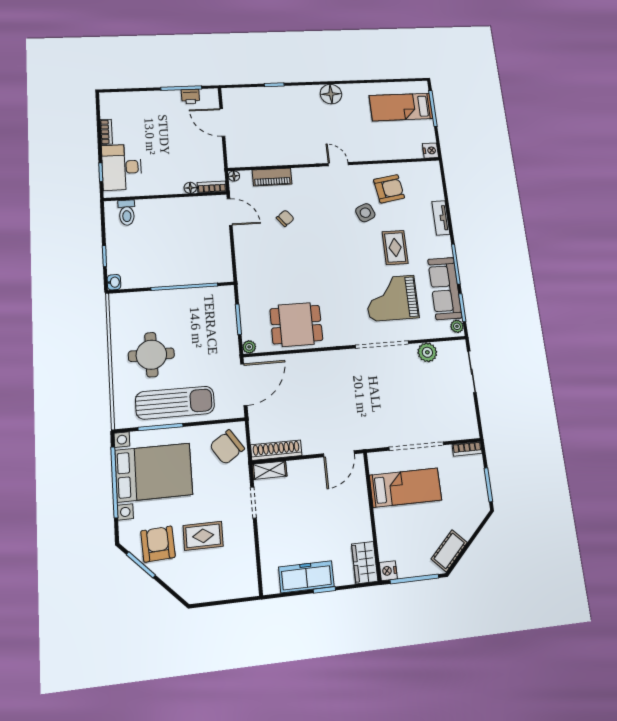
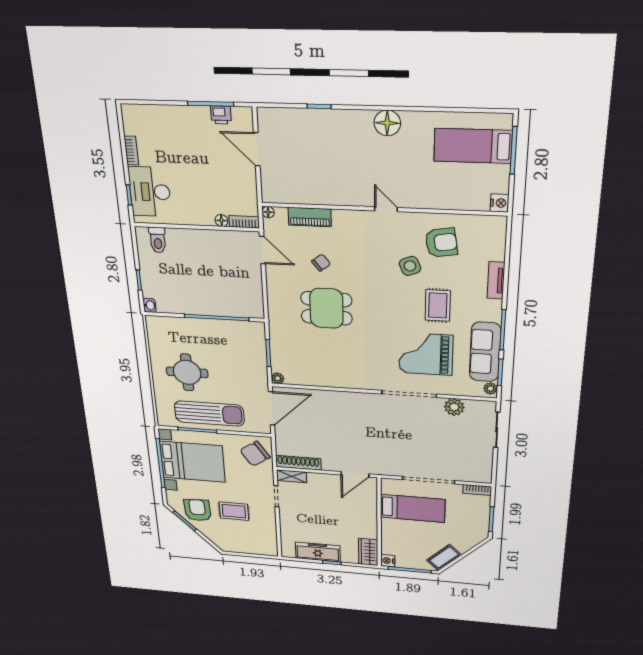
dining table: (296, 325) -> (326, 308), moved

